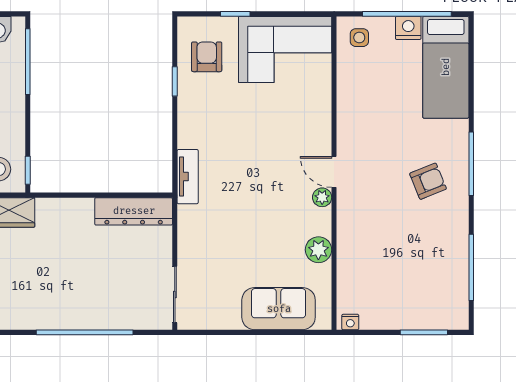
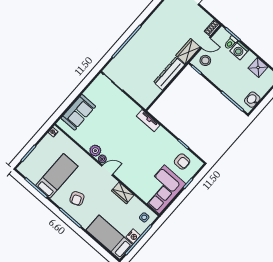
wardrobe: (350, 111) -> (123, 193), added
dresser: (134, 211) -> (169, 74), moved
plant: (318, 250) -> (95, 151), moved
bed: (420, 250) -> (57, 176), added

